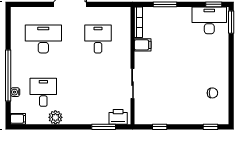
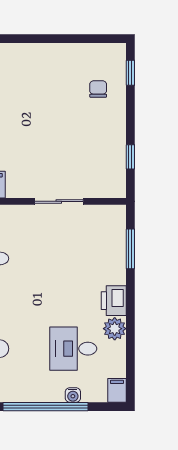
chair: (212, 93) -> (98, 89), moved
printer: (118, 117) -> (114, 301), moved

